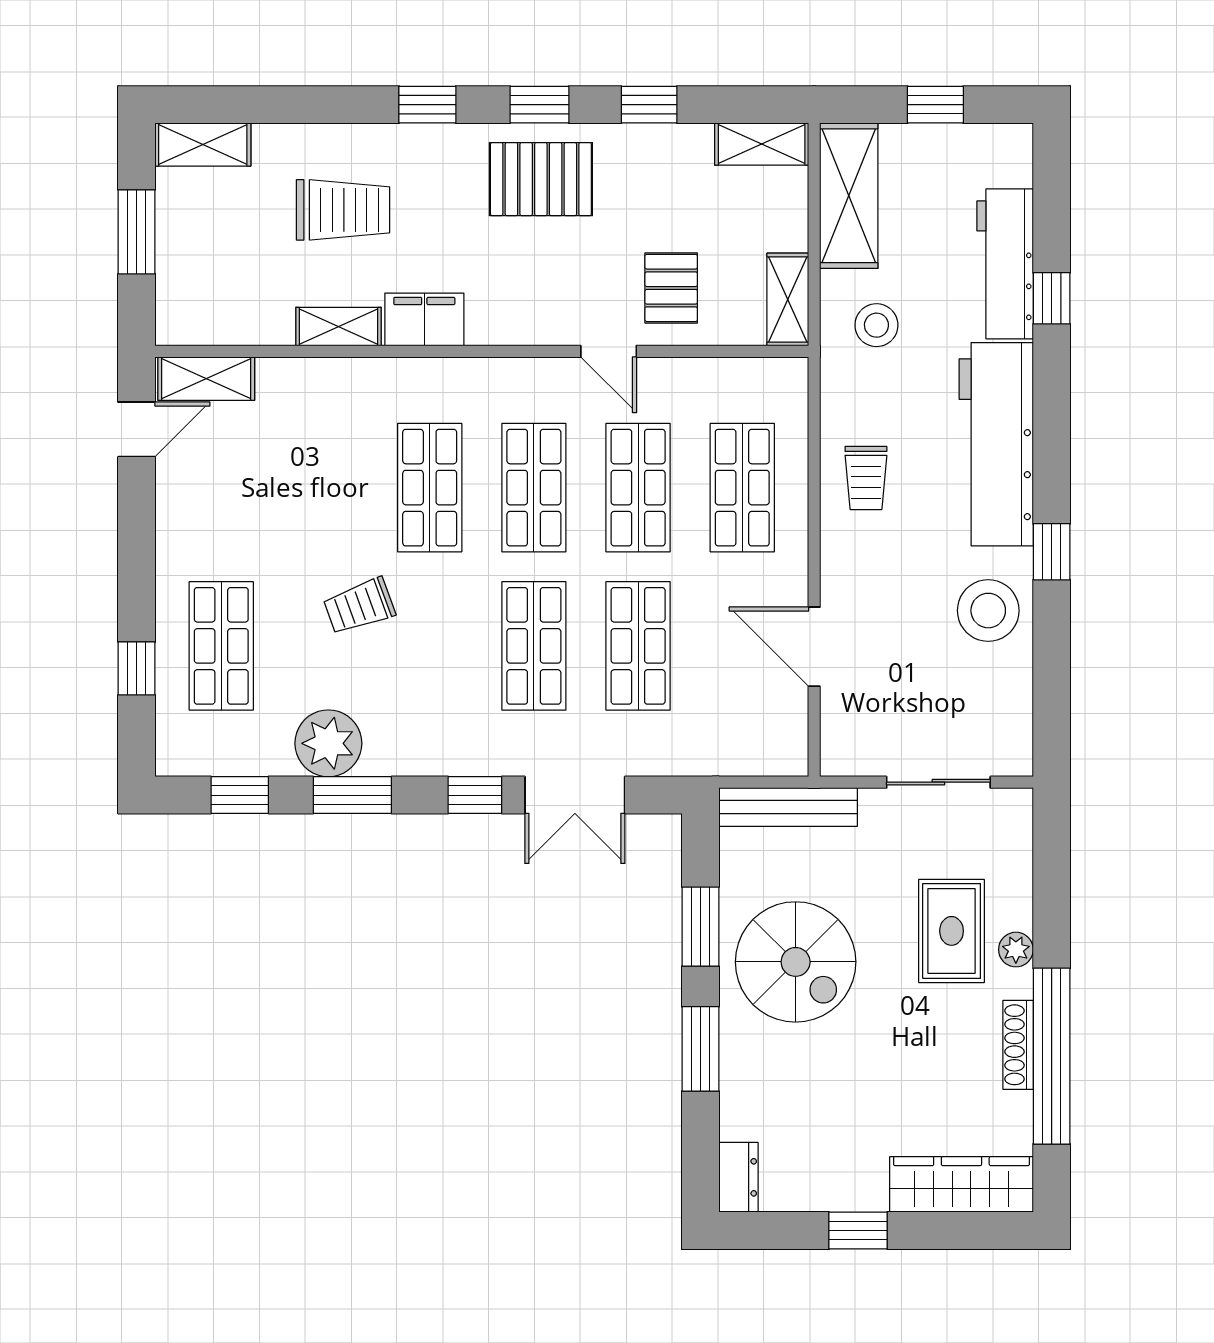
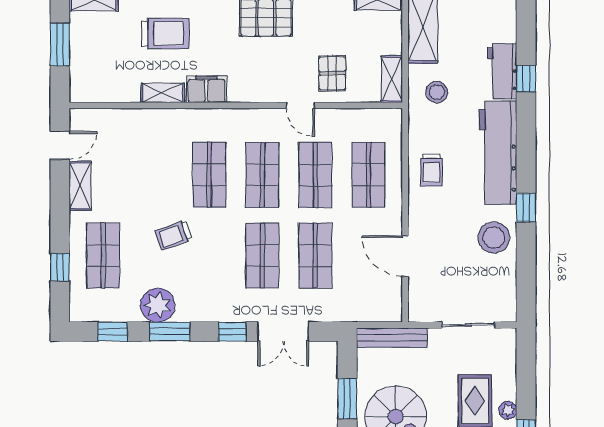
workbench: (1005, 264) -> (502, 71), width x0.73
shelving: (206, 379) -> (80, 186), moved, turned 90

